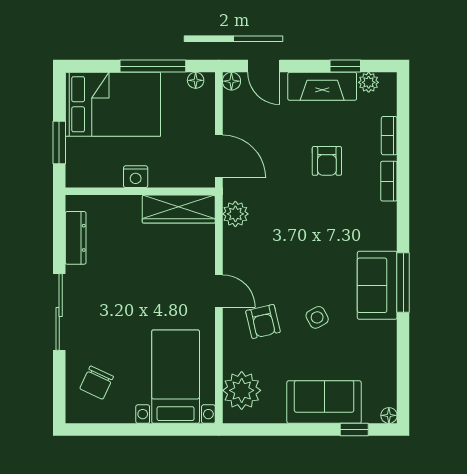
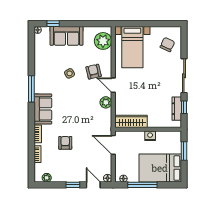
window: (345, 66) -> (73, 185), moved
fireplace: (322, 86) -> (67, 176), removed
plant: (235, 214) -> (106, 102), moved
window: (59, 241) -> (184, 107), added
sofa: (377, 285) -> (43, 109), moved

